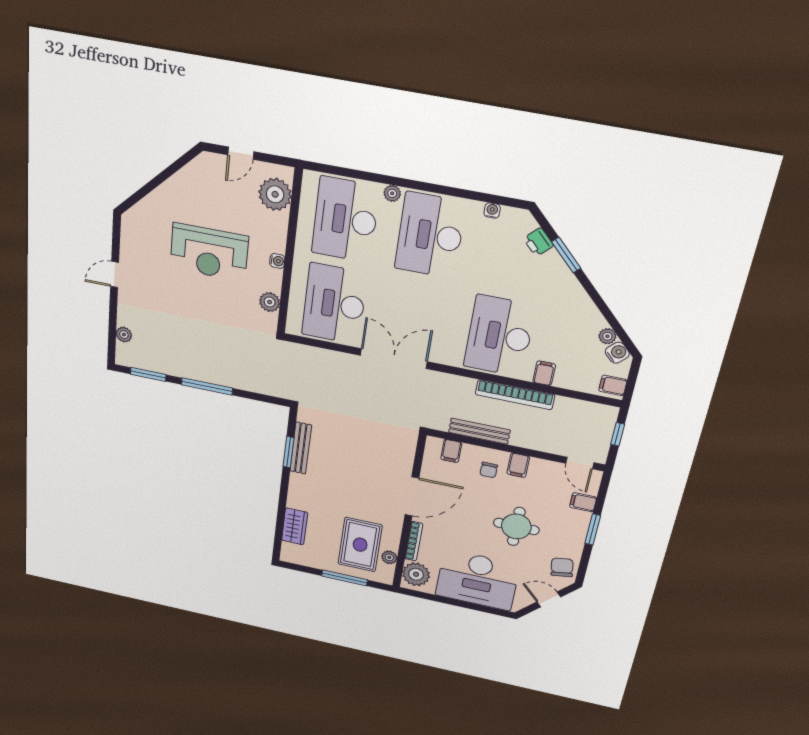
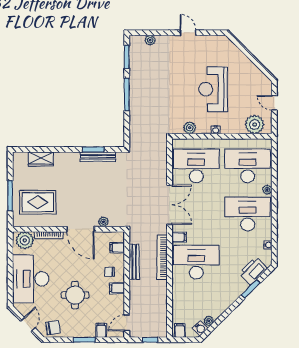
printer: (538, 242) -> (253, 271), width x1.87, depth x1.48
filing cabinet: (544, 373) -> (179, 237), moved
bookcase: (515, 395) -> (162, 257), moved
plant: (389, 557) -> (104, 222), moved

